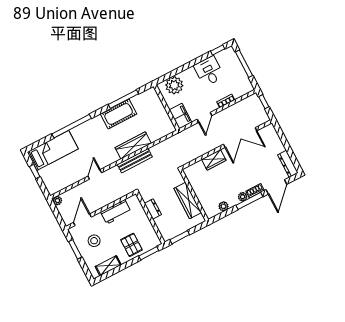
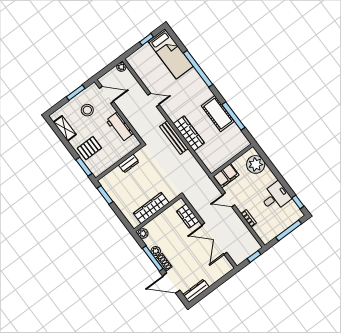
wall: (194, 195) -> (158, 213), moved
wardrobe: (188, 201) -> (151, 208), moved

